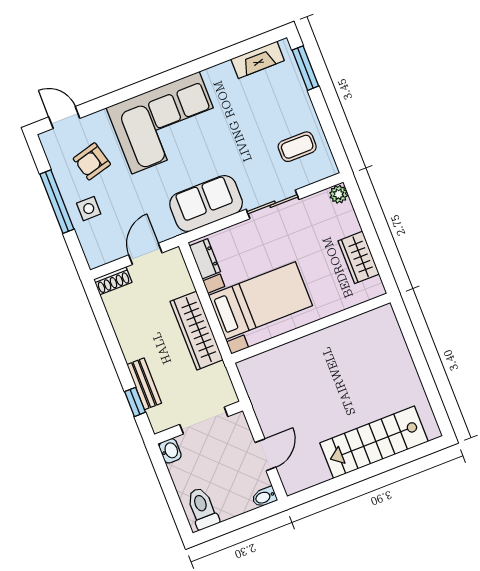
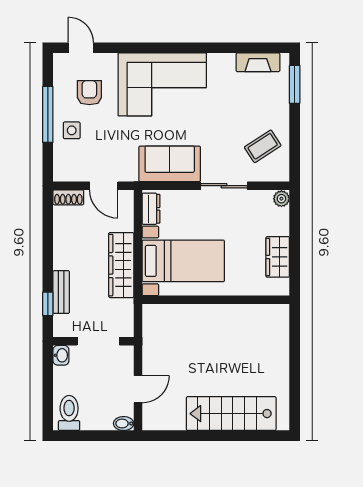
coffee table: (297, 147) -> (263, 146), turned -33
armchair: (92, 161) -> (89, 93), turned 105
door: (145, 254) -> (104, 186), swing flipped

